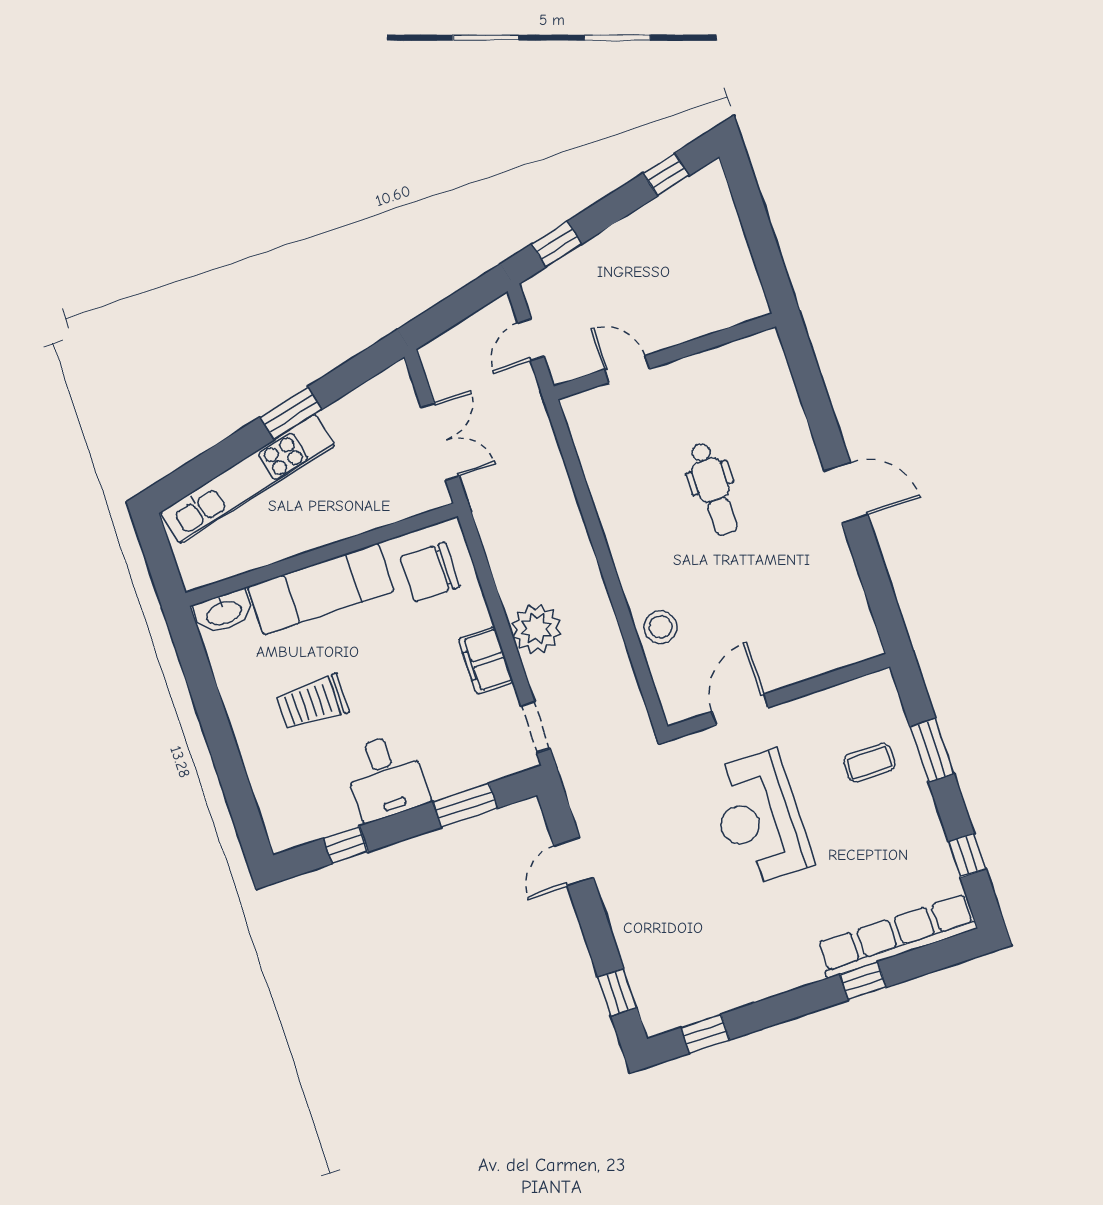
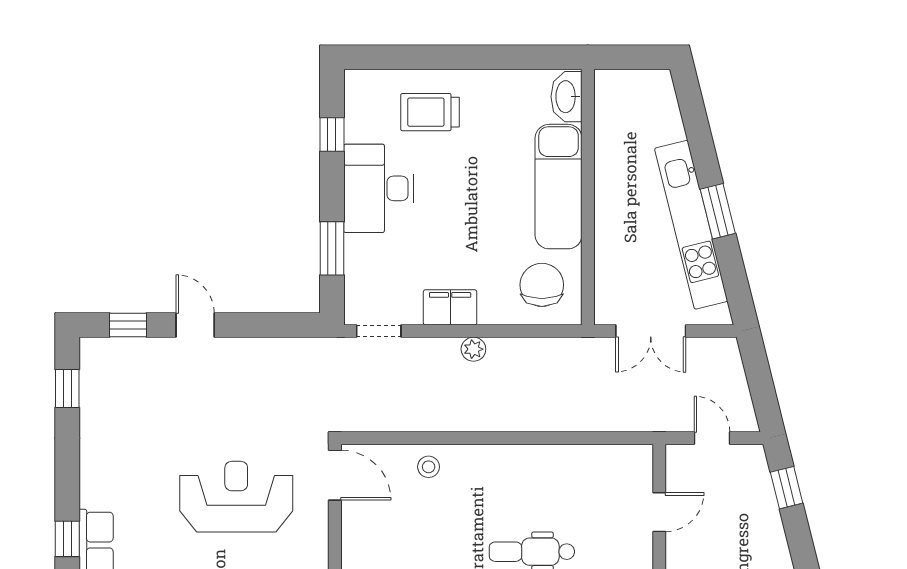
kitchen unit: (248, 479) -> (691, 225), moved
stool: (661, 627) -> (429, 467), width x0.73, depth x0.73
plant: (536, 629) -> (473, 349), width x0.53, depth x0.53
trolley: (312, 703) -> (430, 112), moved, turned -90
door: (740, 710) -> (335, 475), moved
desk: (386, 777) -> (379, 188), width x1.37
door: (574, 862) -> (195, 325), moved

